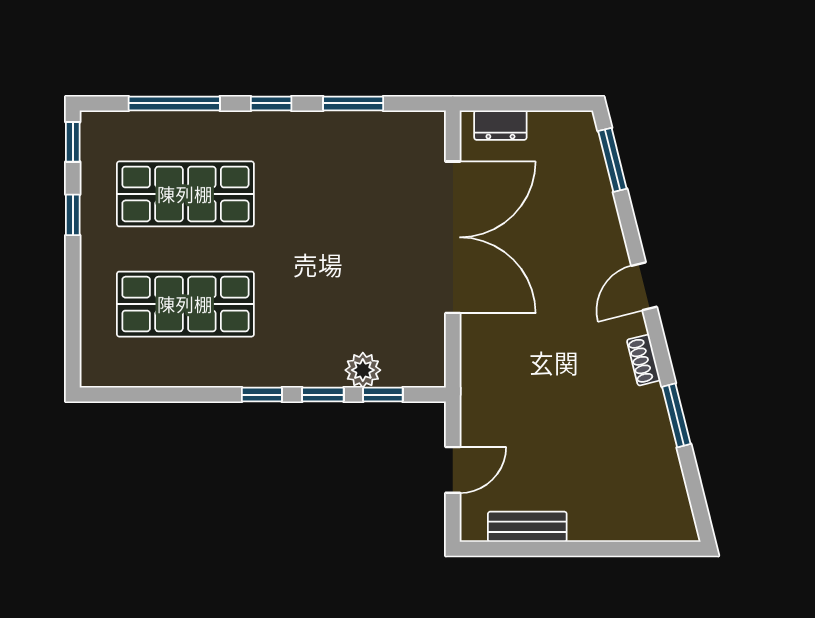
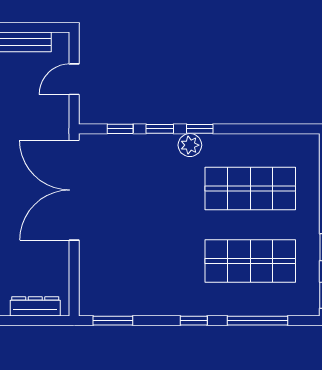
window: (353, 103) -> (113, 321), moved
dresser: (500, 125) -> (35, 306), width x1.44
double door: (453, 237) -> (74, 190), moved
plant: (363, 370) -> (190, 145), moved

